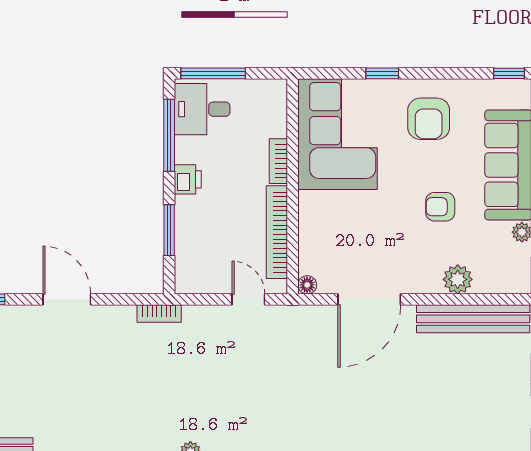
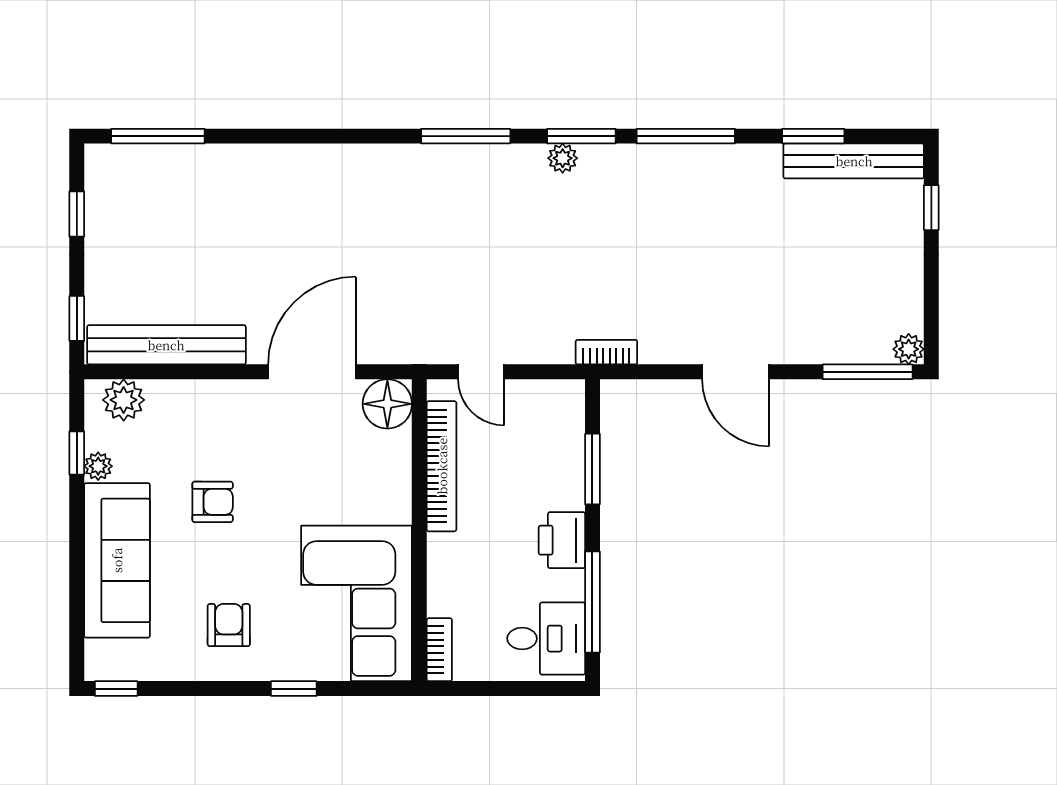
window: (213, 73) -> (531, 689), removed
armchair: (429, 119) -> (229, 625), width x0.72, depth x0.72
bookcase: (278, 161) -> (439, 650), moved
printer: (188, 179) -> (562, 540), width x1.36, depth x1.24
plant: (458, 279) -> (124, 400), moved
floor lamp: (307, 285) -> (387, 404), width x1.89, depth x1.89

